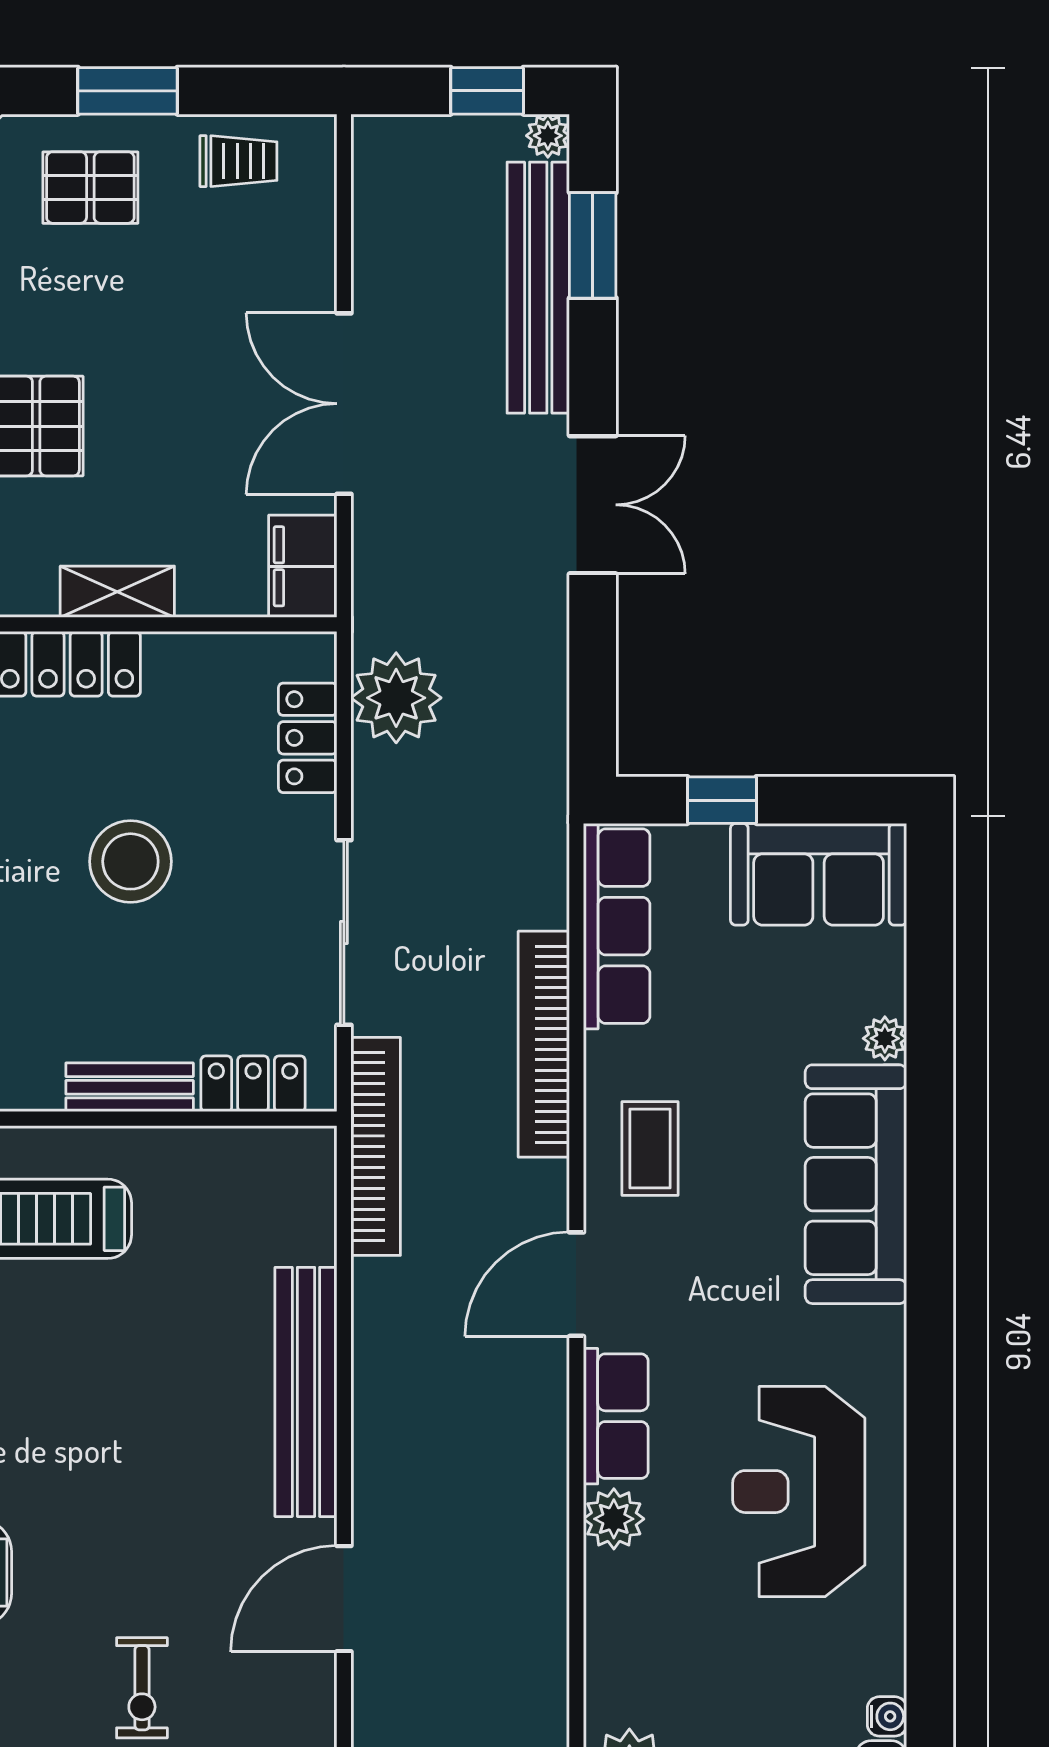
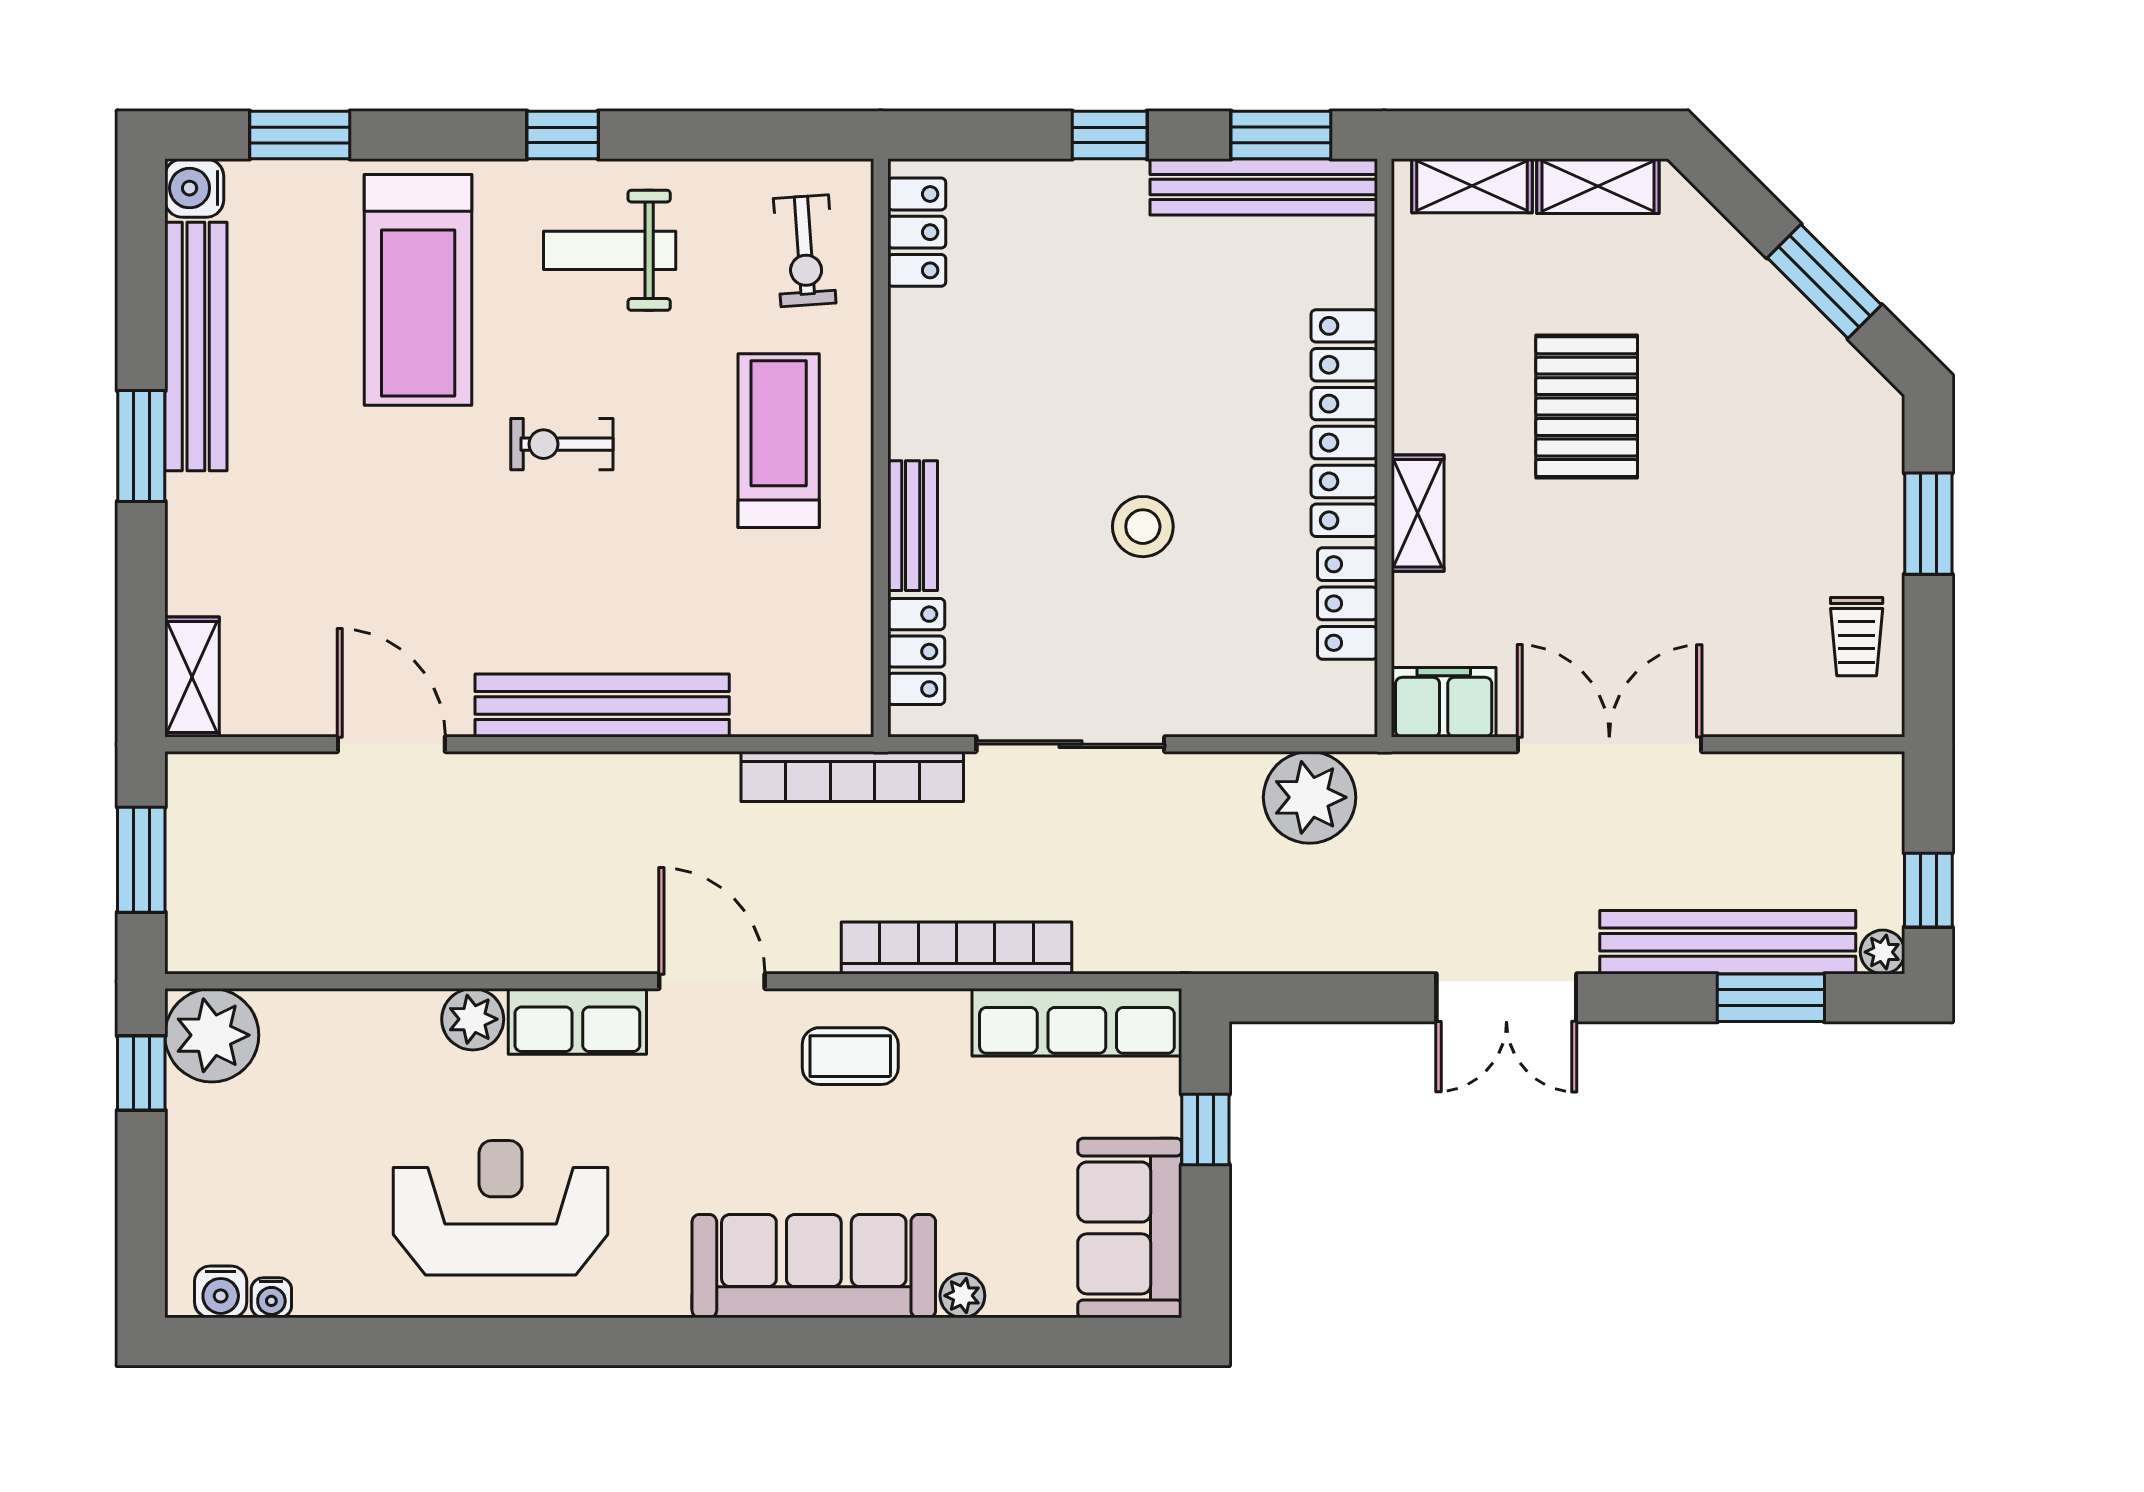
pallet: (90, 188) -> (1830, 486), removed
locker: (308, 738) -> (1347, 603), moved, turned -90
stool: (130, 861) -> (1143, 527), width x0.73, depth x0.73
exercise bike: (142, 1688) -> (562, 444), moved

